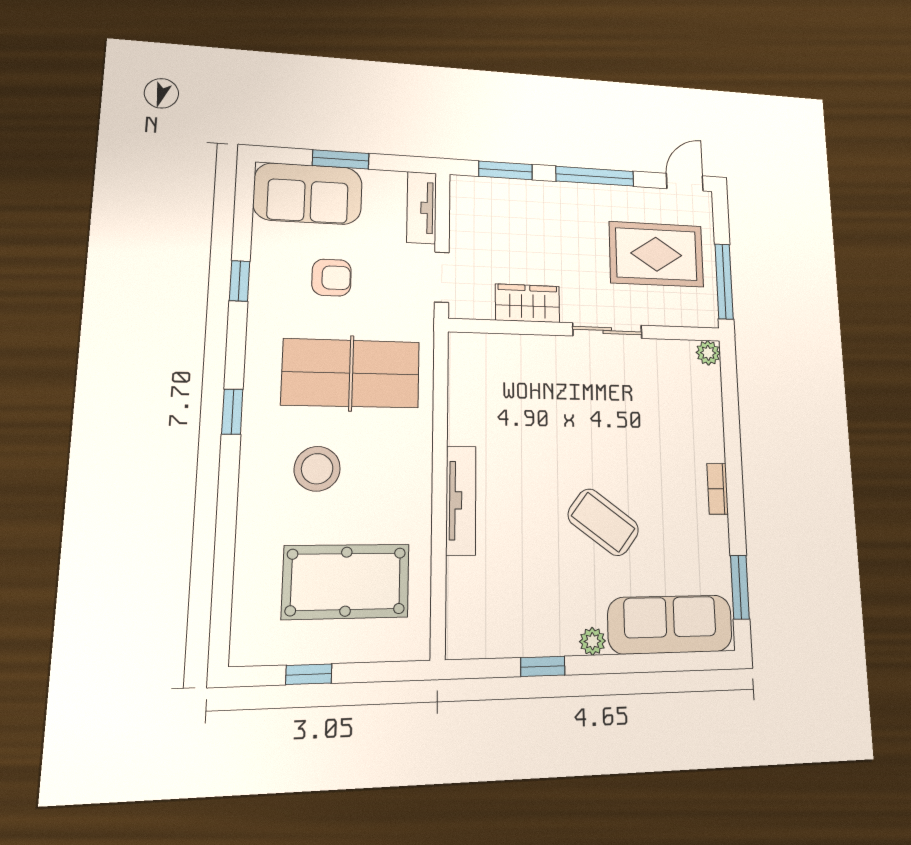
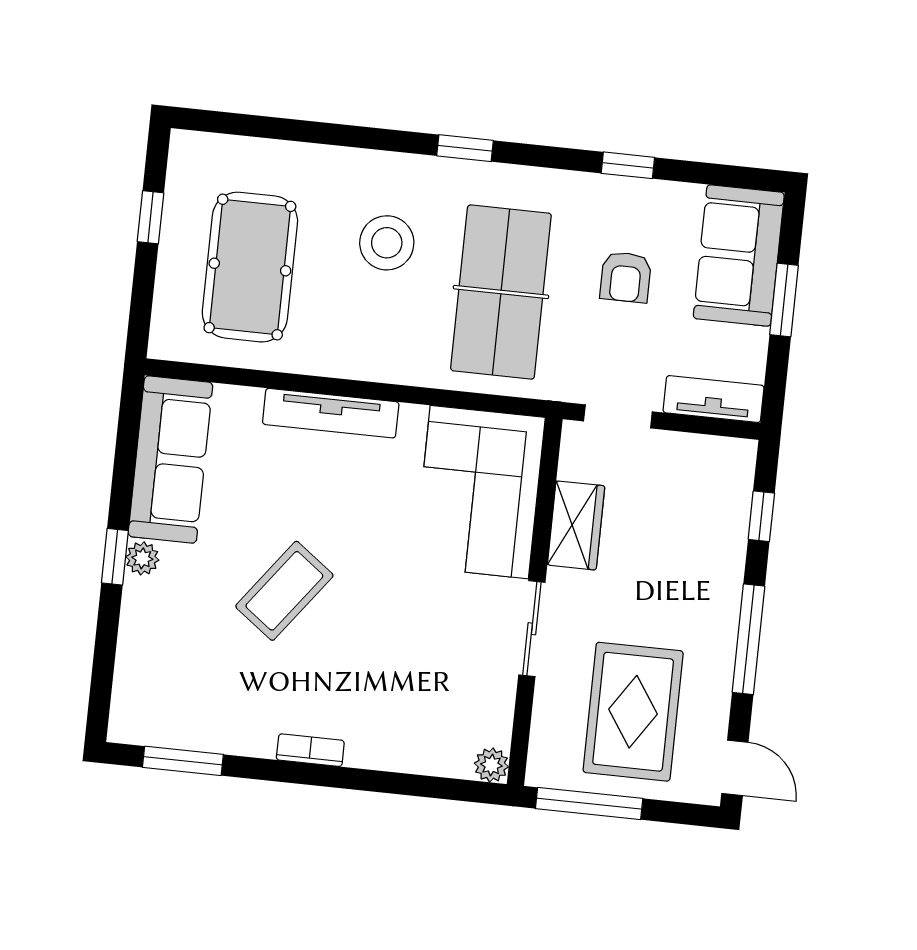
window: (506, 170) -> (761, 516), width x0.67
corner sofa: (511, 378) -> (479, 492), added
sofa: (670, 624) -> (170, 459), moved
window: (543, 666) -> (115, 557), moved

